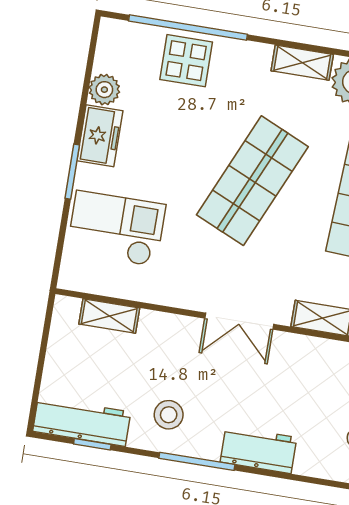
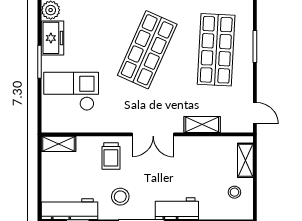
shelving: (109, 316) -> (58, 144), moved
trolley: (164, 345) -> (111, 156), added

